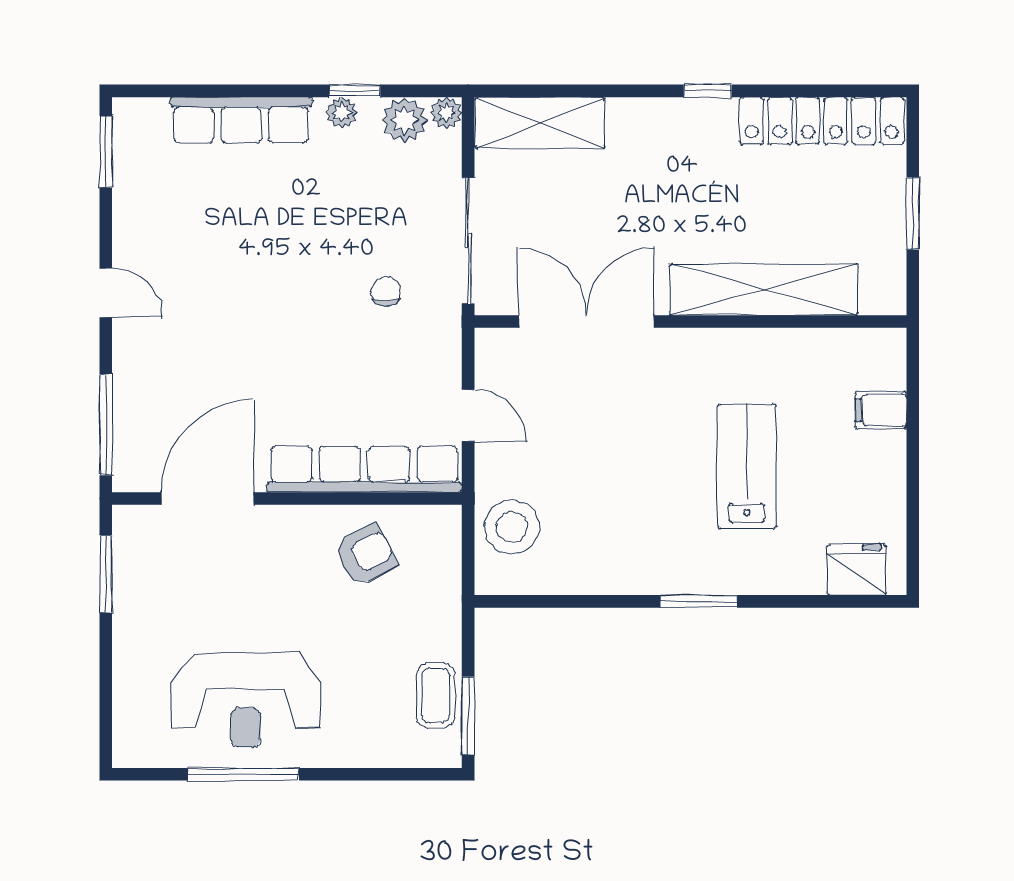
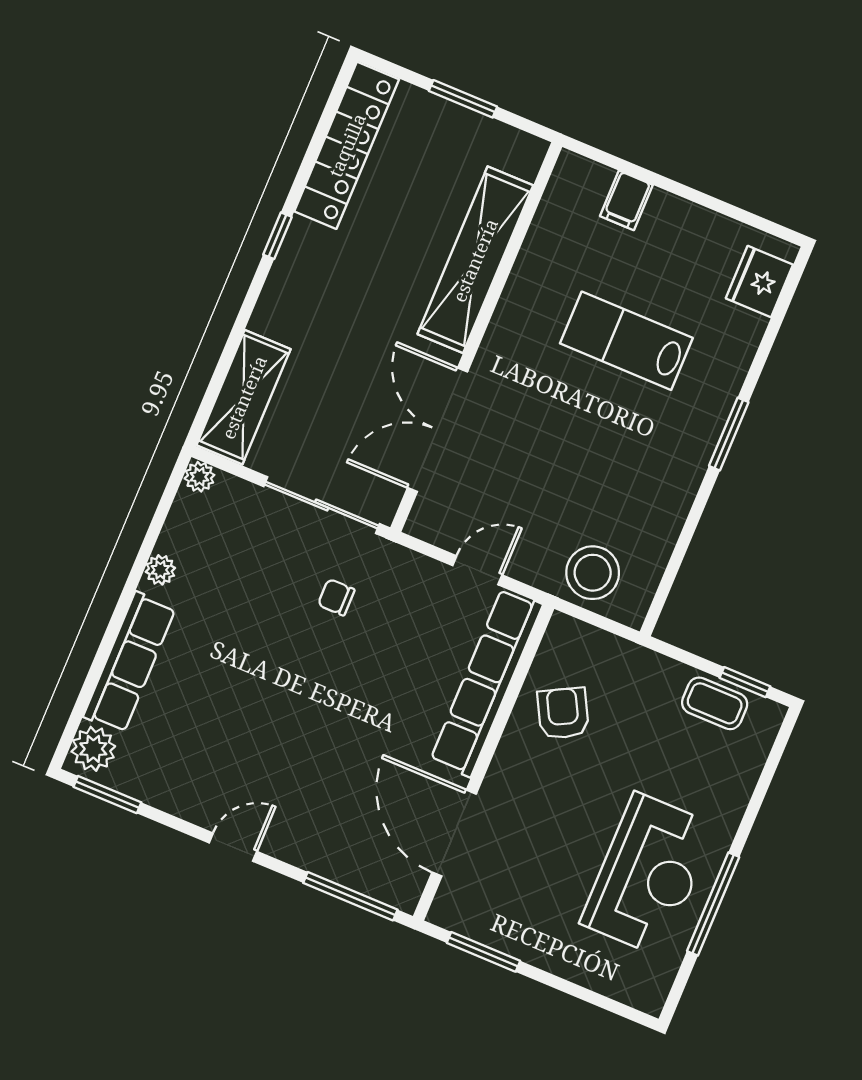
window: (355, 91) -> (146, 550), removed
plant: (404, 120) -> (93, 749), moved
window: (468, 716) -> (745, 682), width x0.67

